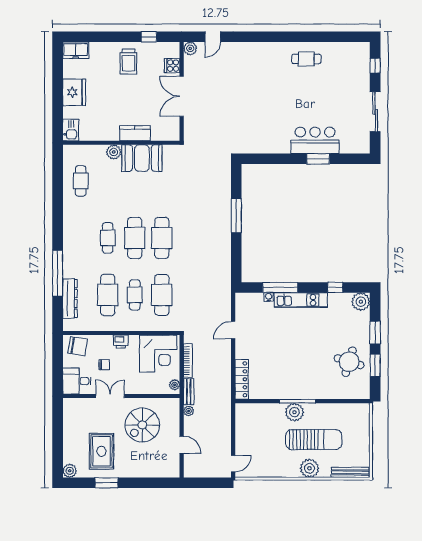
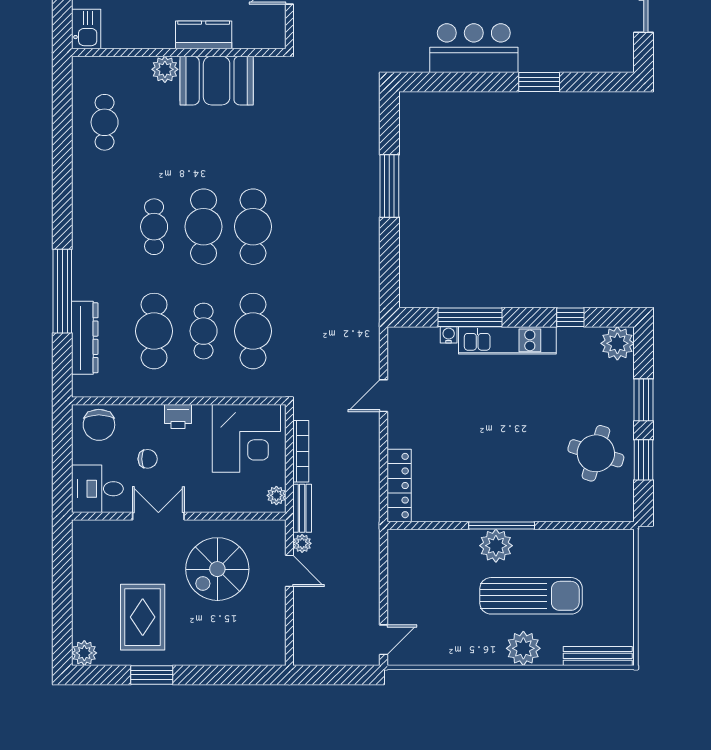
bar counter: (315, 140) -> (474, 48), moved
chair: (78, 346) -> (99, 425), turned 81
door: (182, 445) -> (289, 571), moved

